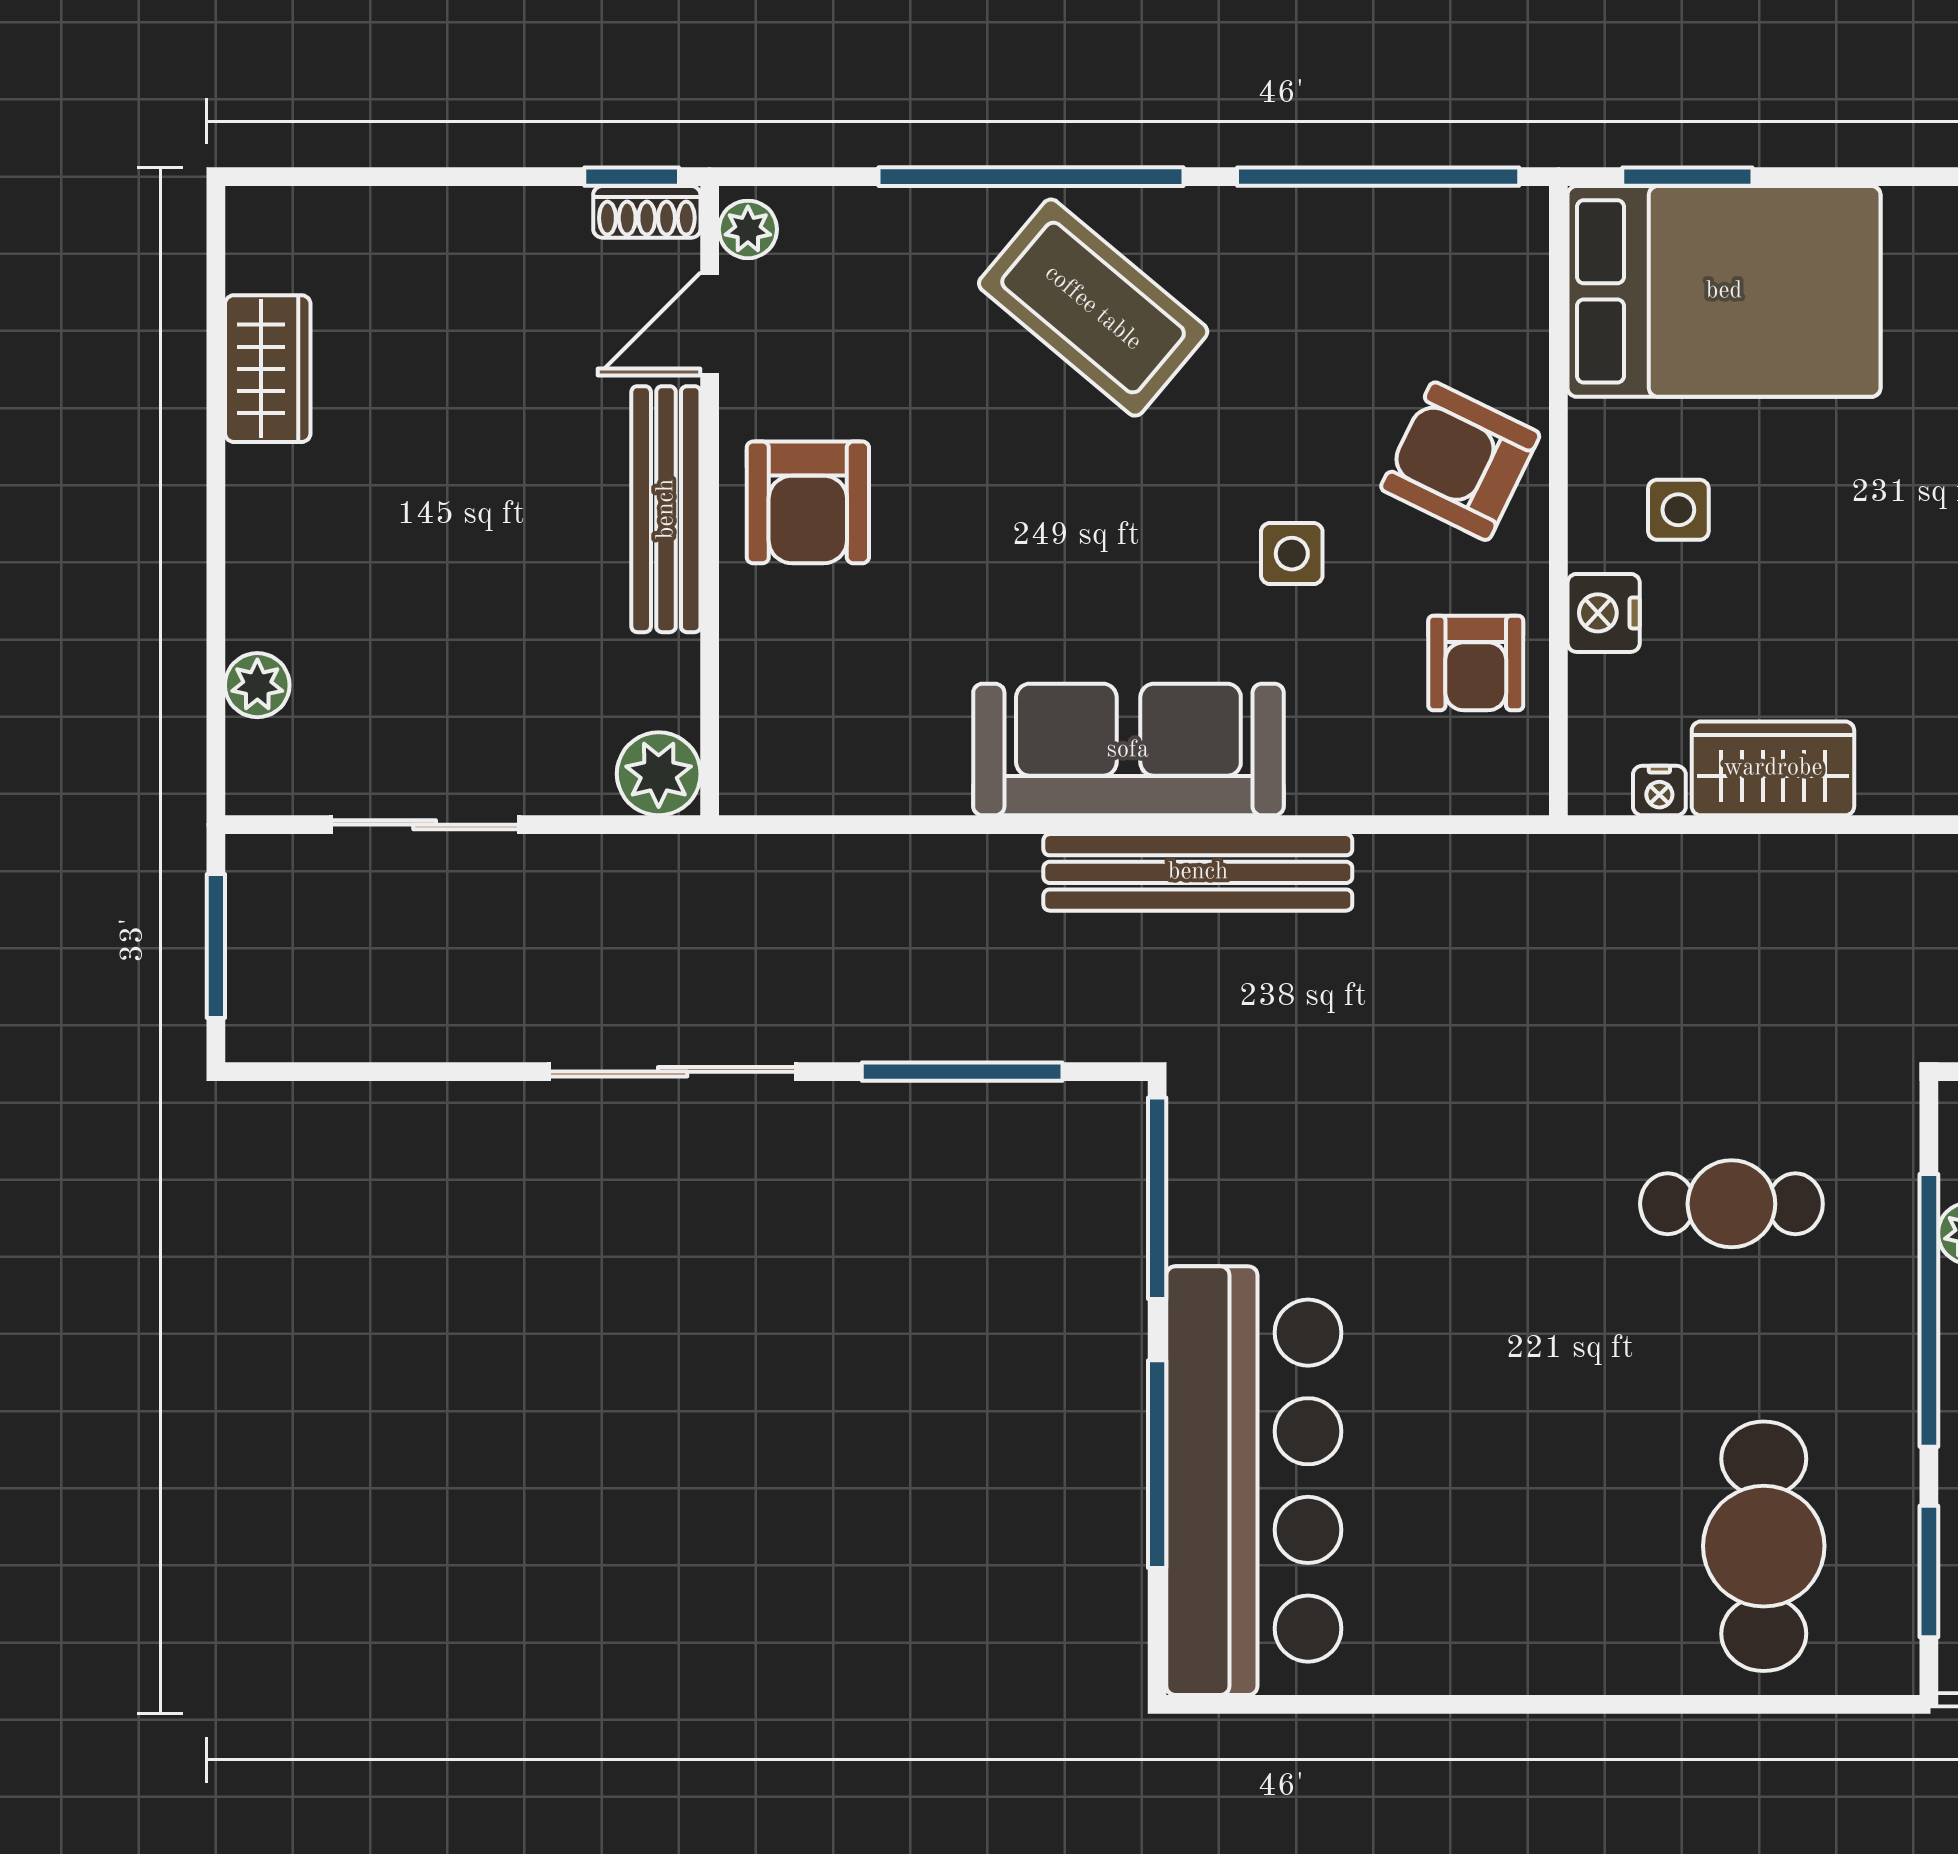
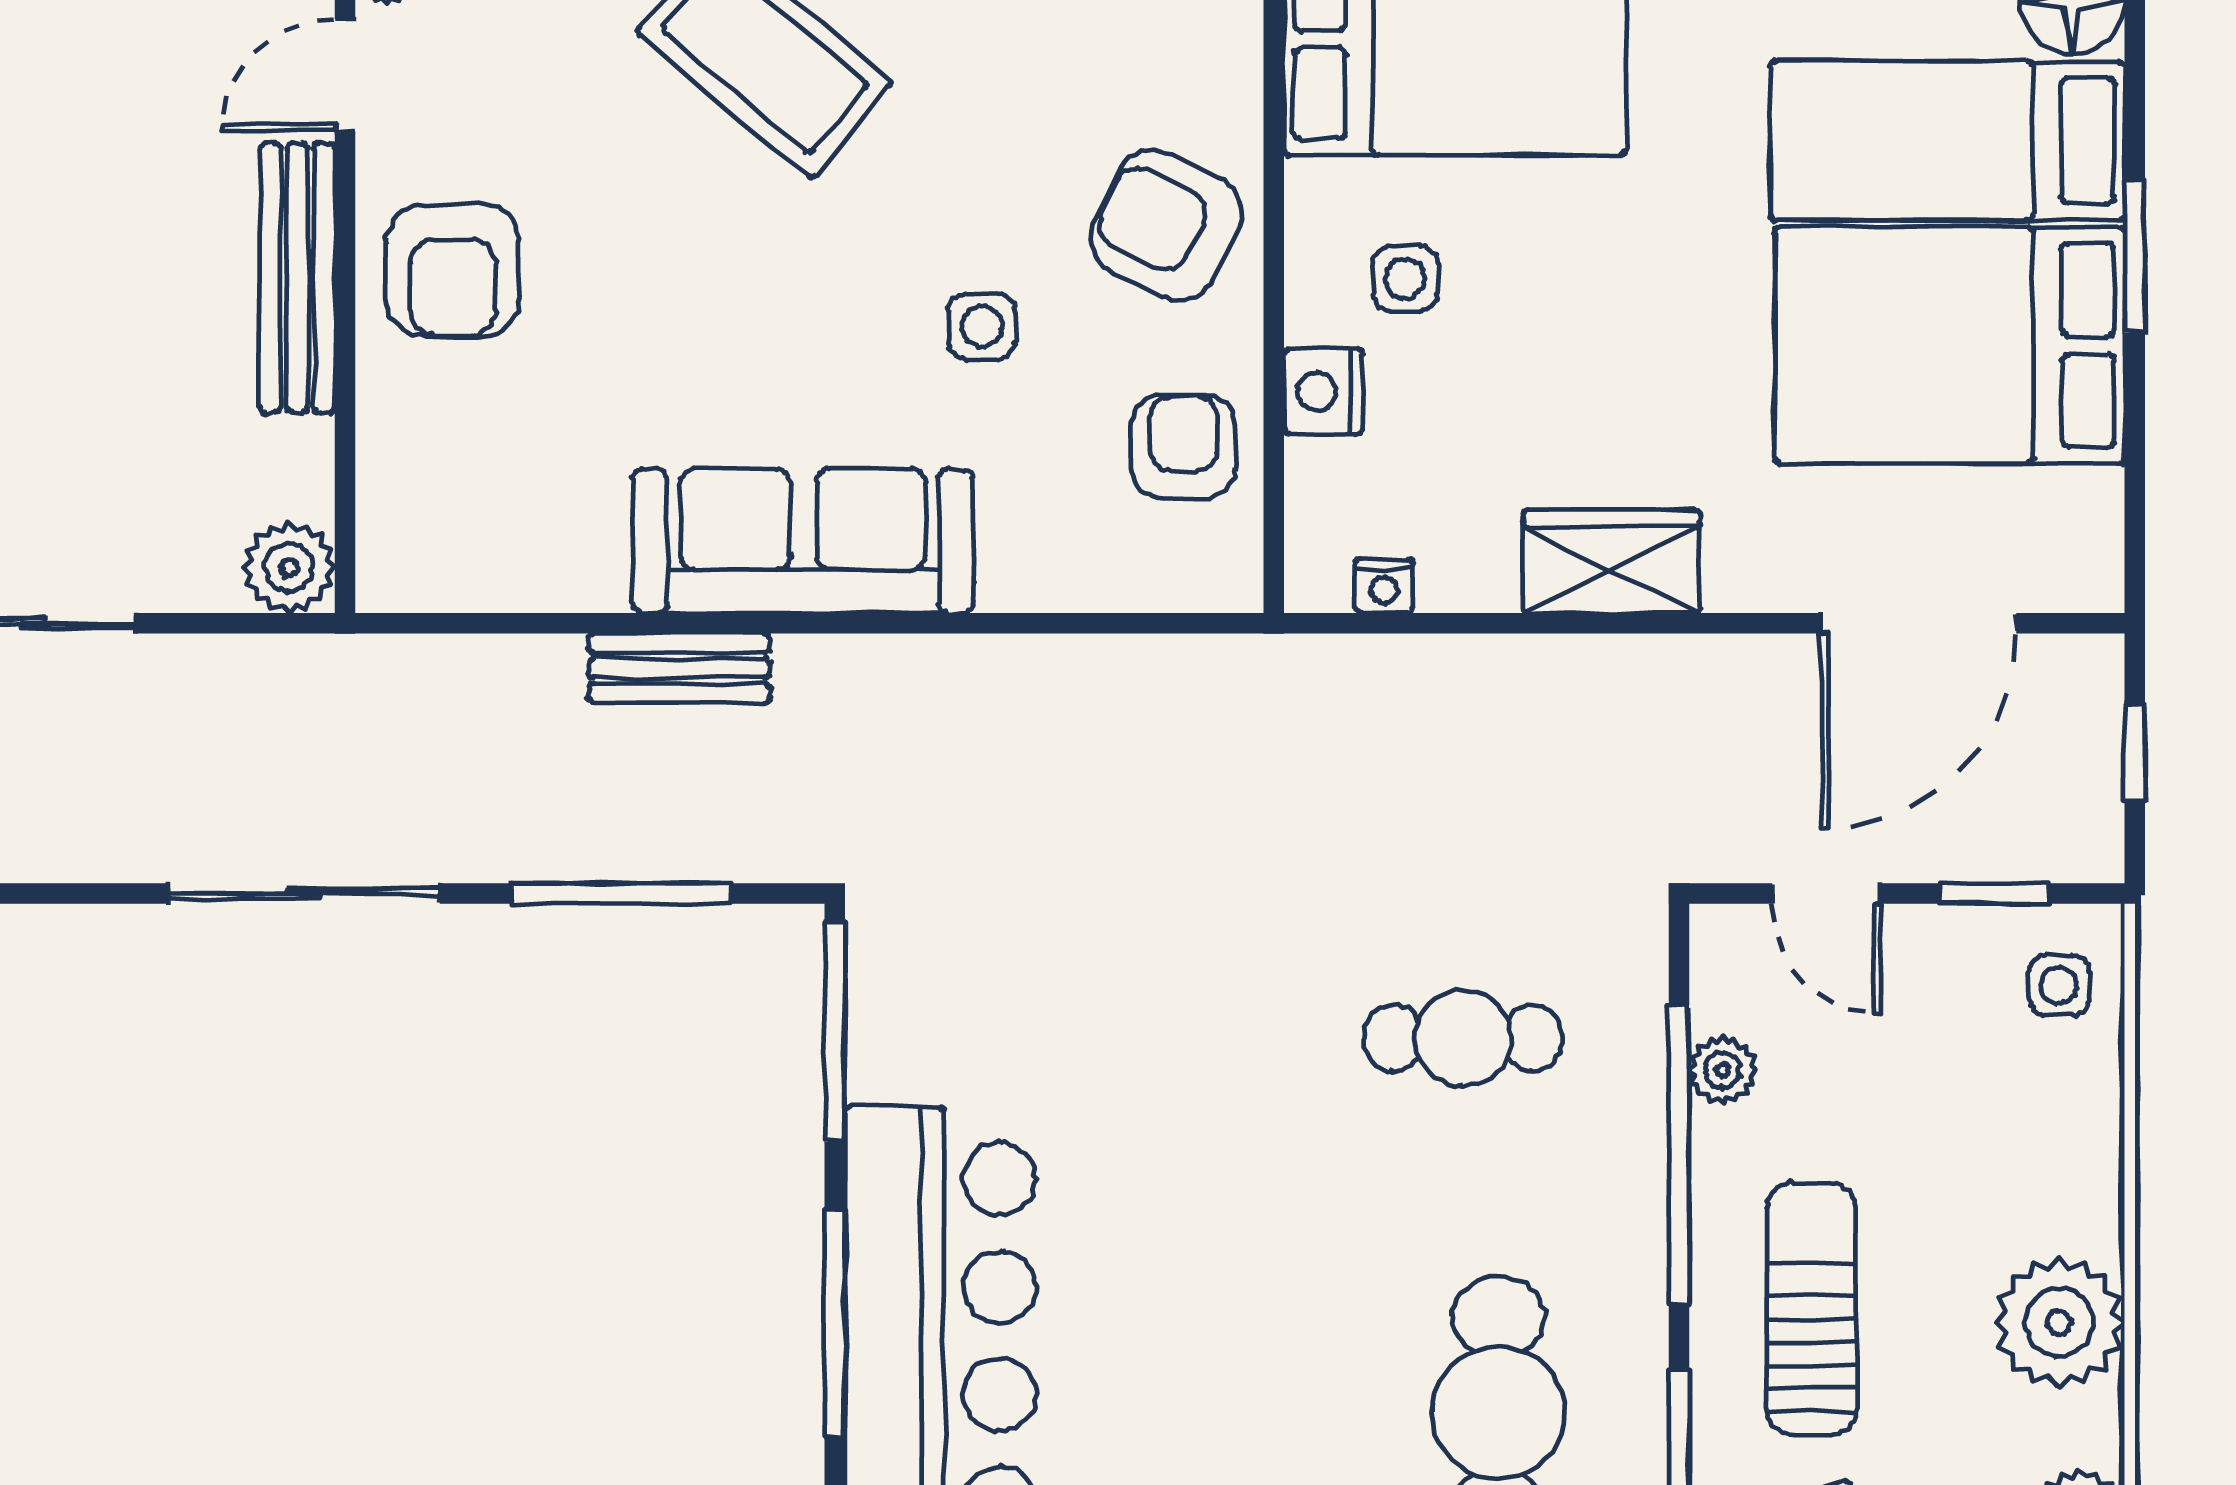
armchair: (1476, 663) -> (1183, 446), turned 180
wardrobe: (1773, 768) -> (1612, 562), moved
bench: (1198, 872) -> (679, 668), moved, width x0.54, depth x0.82

